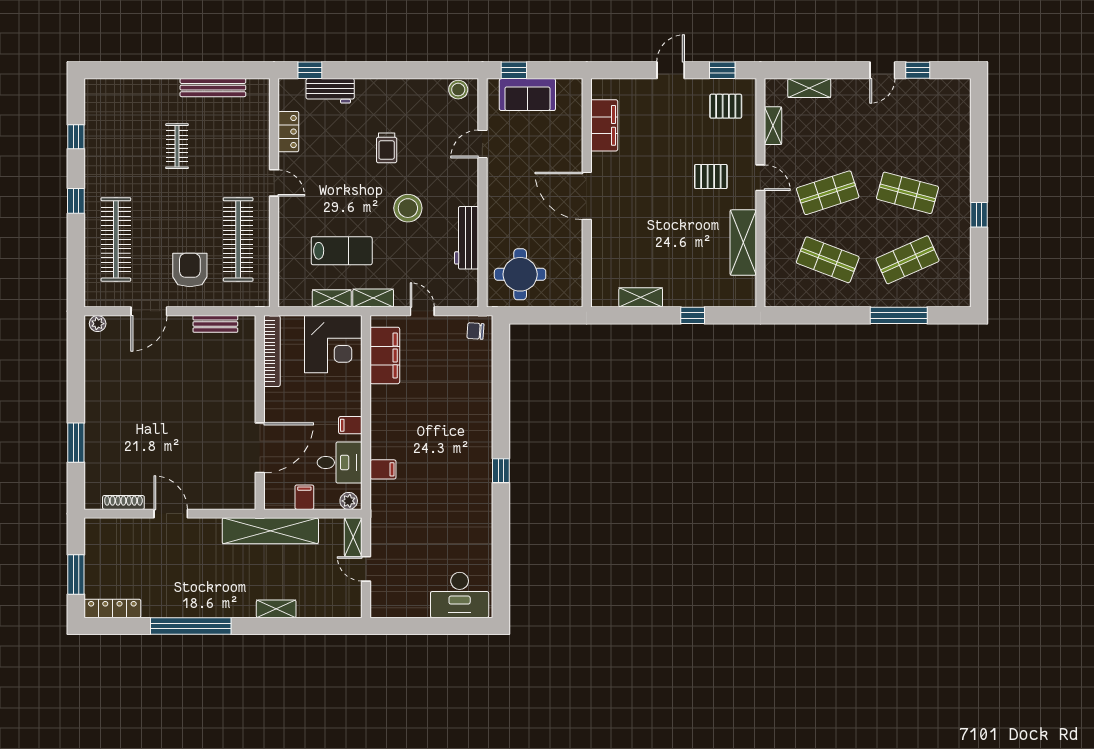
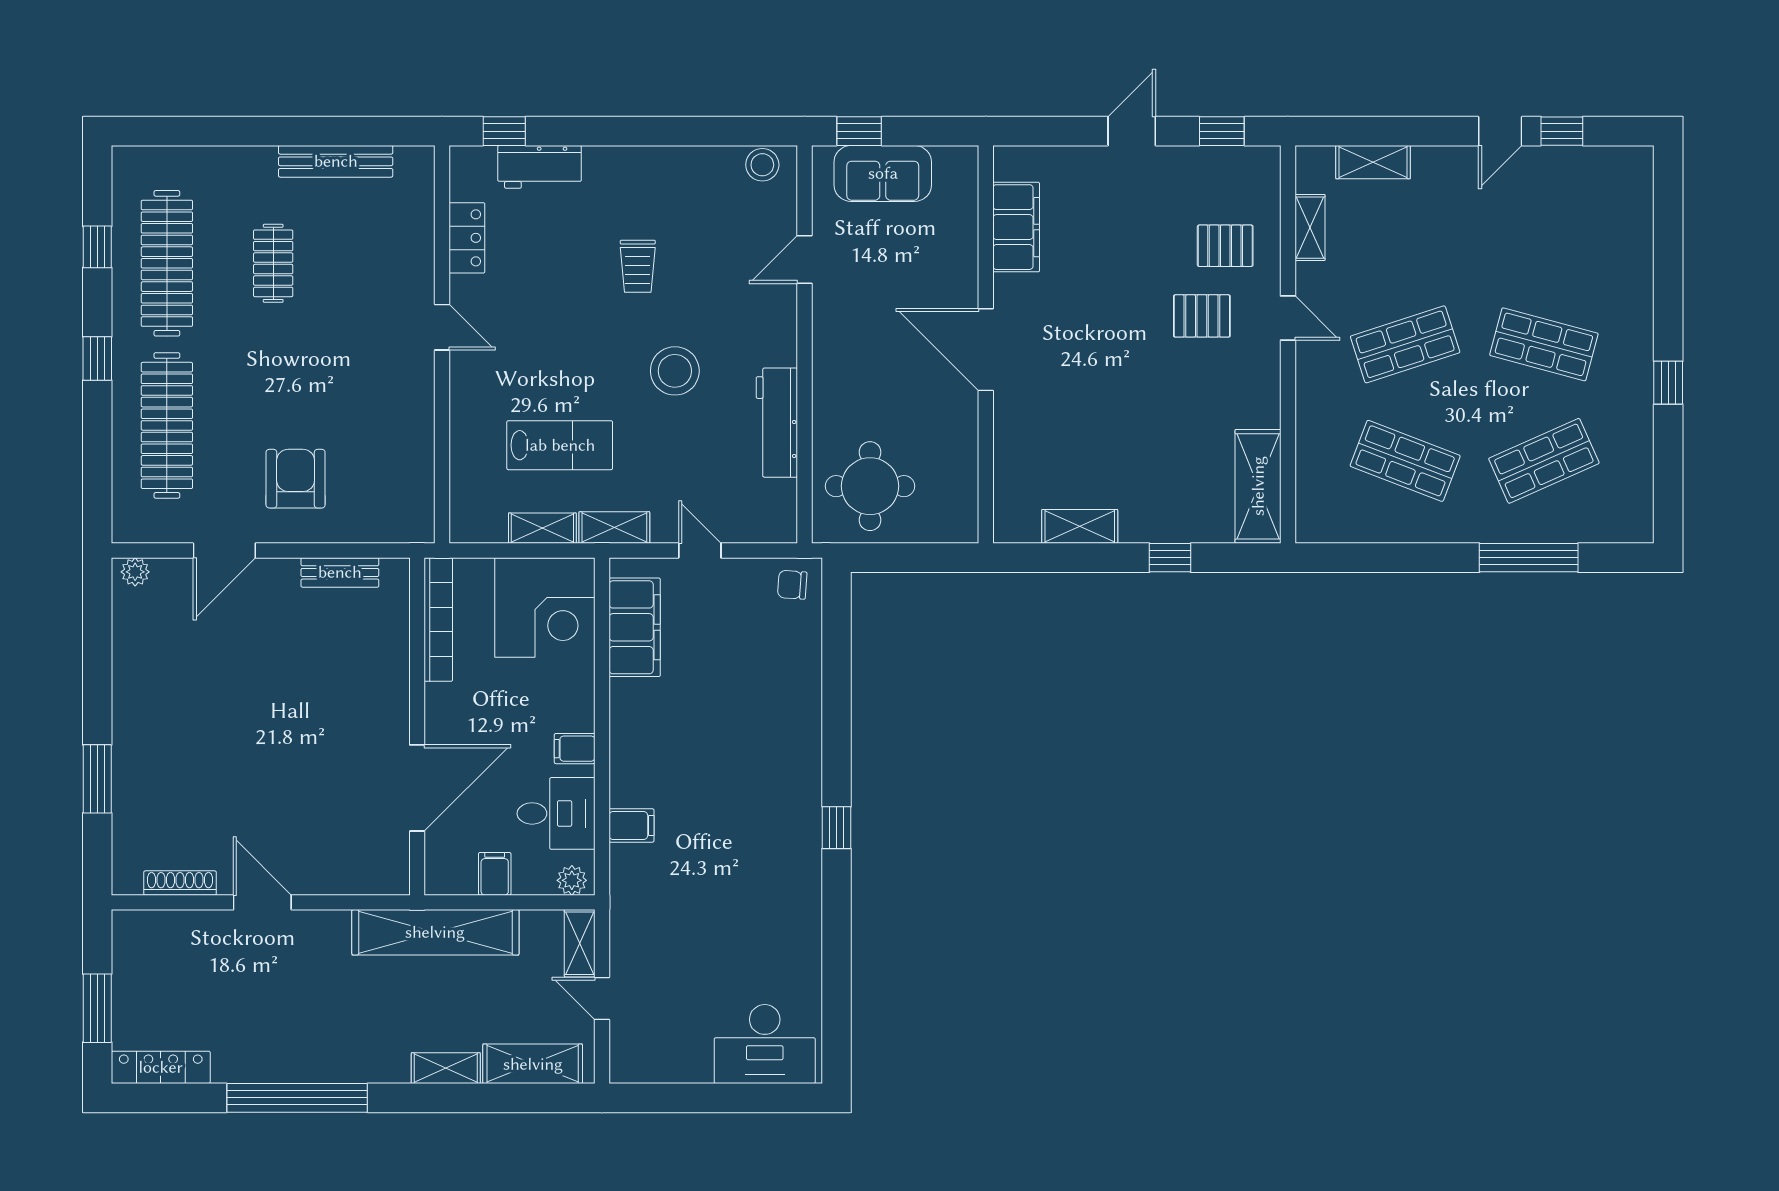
pallet: (726, 106) -> (1225, 246), moved
clothes rail: (238, 239) -> (167, 263), moved
shelving: (743, 243) -> (1258, 486), moved
shelving: (326, 606) -> (533, 1064), added

